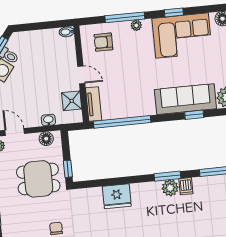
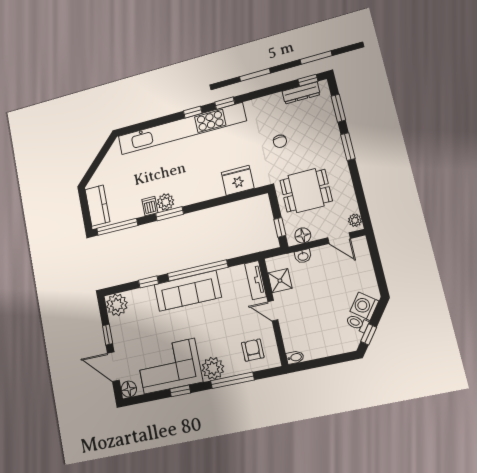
plant: (136, 25) -> (213, 368), width x1.88, depth x1.88
armchair: (103, 42) -> (253, 350), turned -90
sofa: (185, 99) -> (188, 291), moved
window: (122, 122) -> (198, 270), moved
window: (68, 169) -> (280, 227), moved
fridge: (117, 196) -> (238, 180), moved

